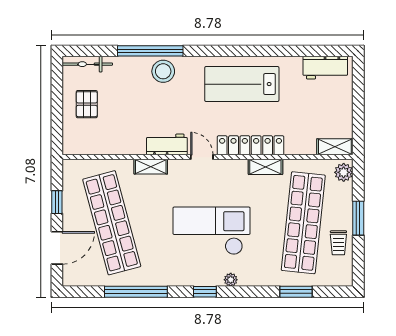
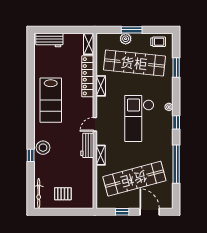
window: (150, 51) -> (31, 155), width x0.32
workbench: (325, 68) -> (49, 40), moved, turned 90
locker: (251, 145) -> (88, 76), moved
plant: (344, 172) -> (126, 39), moved
trolley: (338, 243) -> (158, 42), moved

